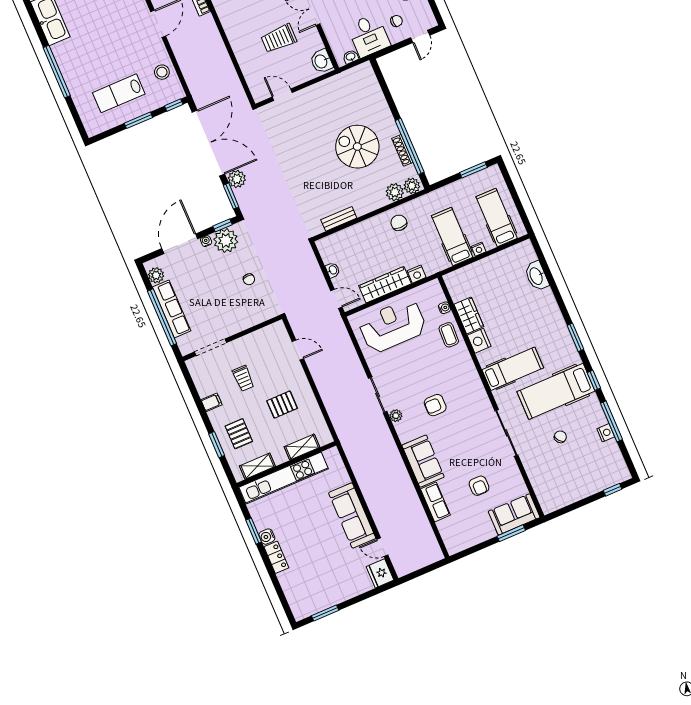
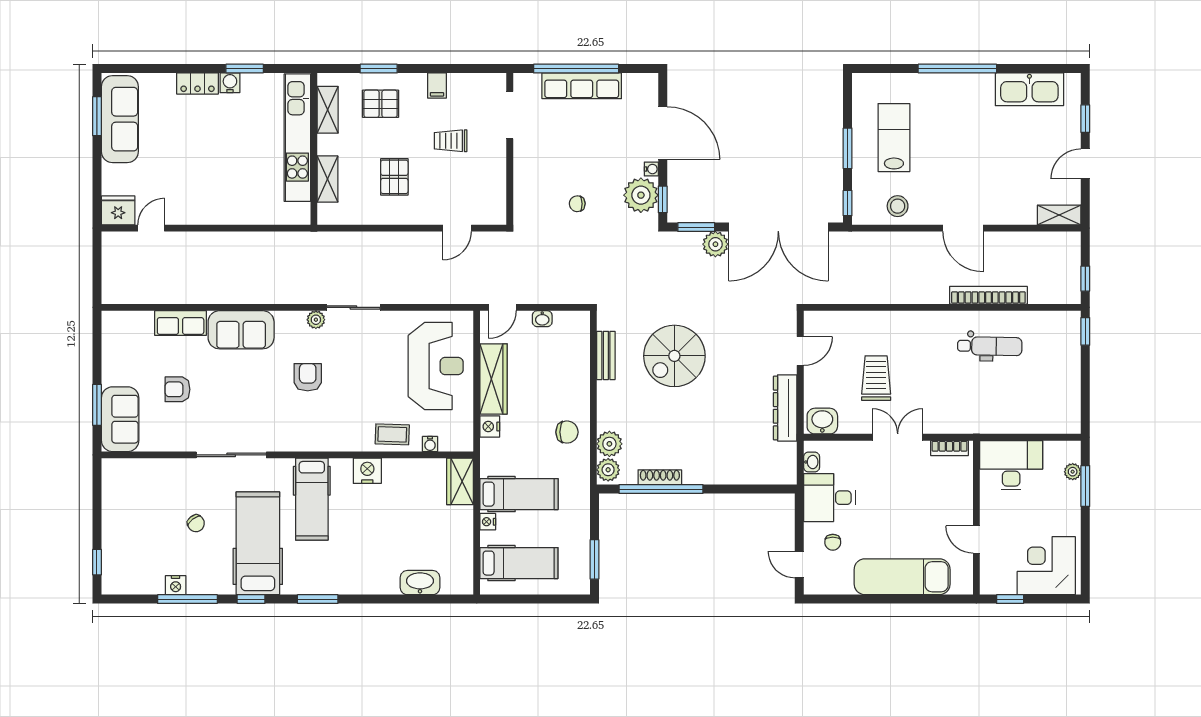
dresser: (323, 89) -> (785, 408), added
spiral stairs: (357, 147) -> (674, 356), moved, turned 180
plant: (156, 275) -> (635, 84), removed
wardrobe: (469, 315) -> (460, 481), moved, turned 90
sofa: (352, 516) -> (120, 119), moved, turned 90

